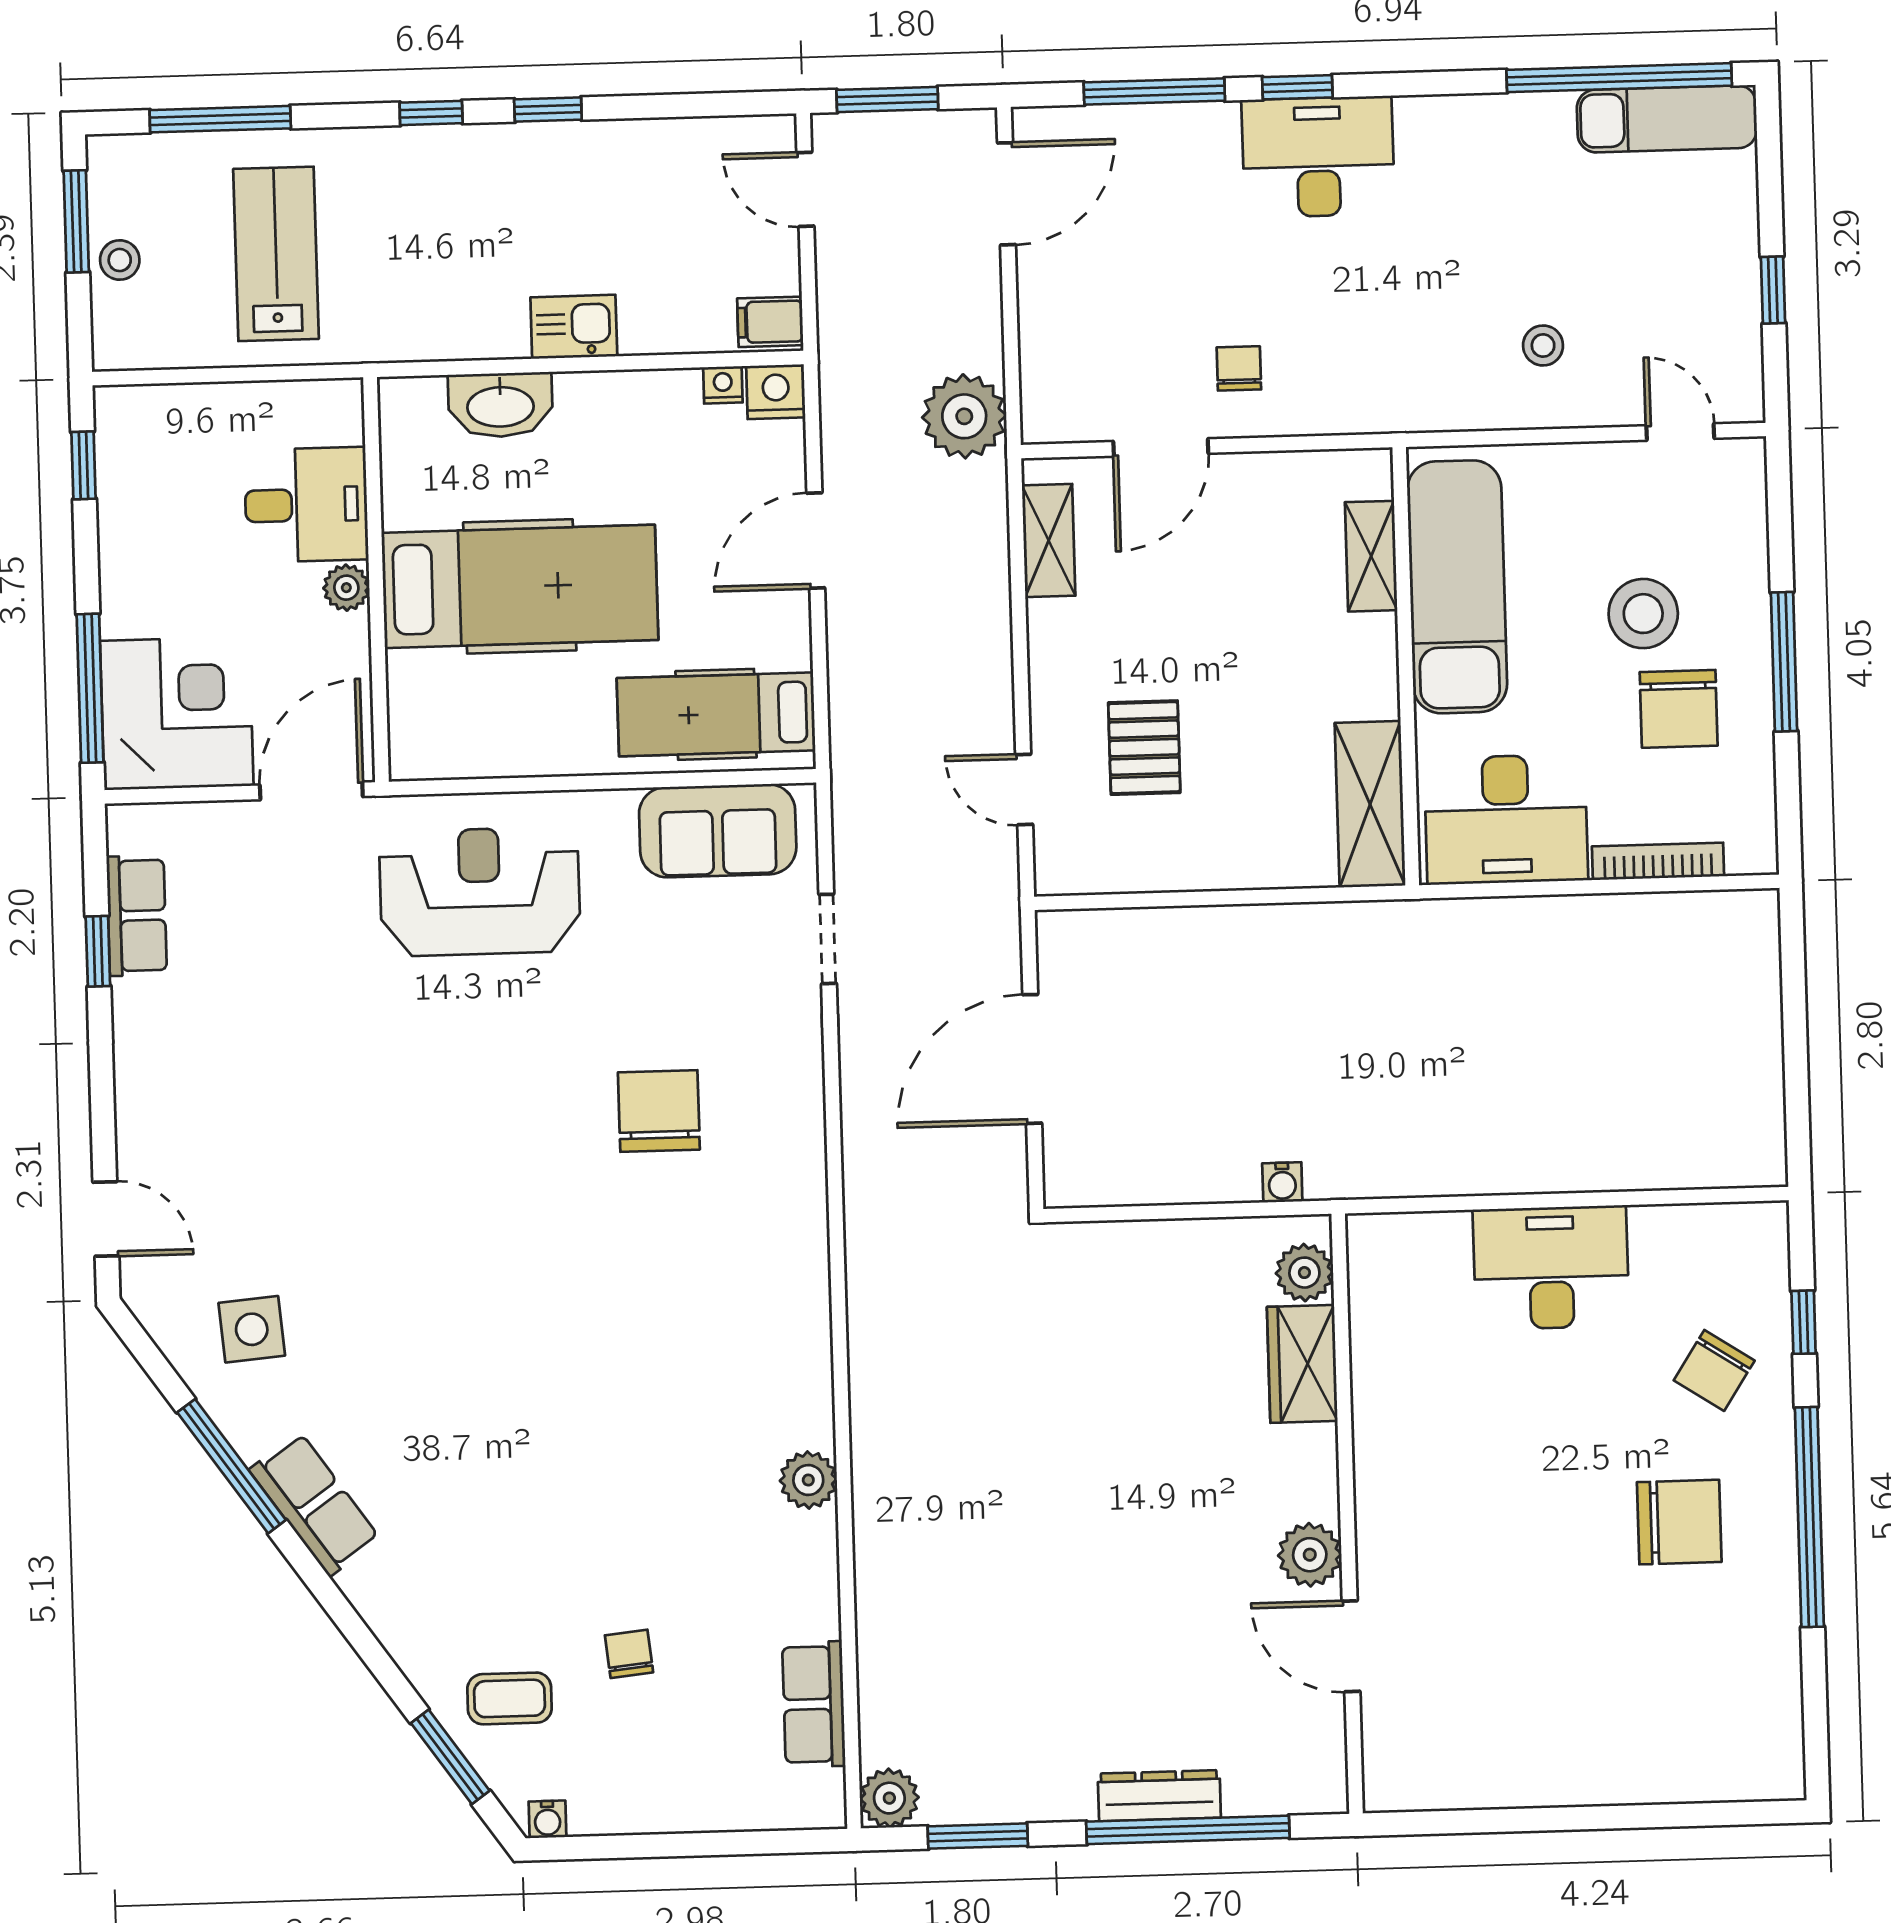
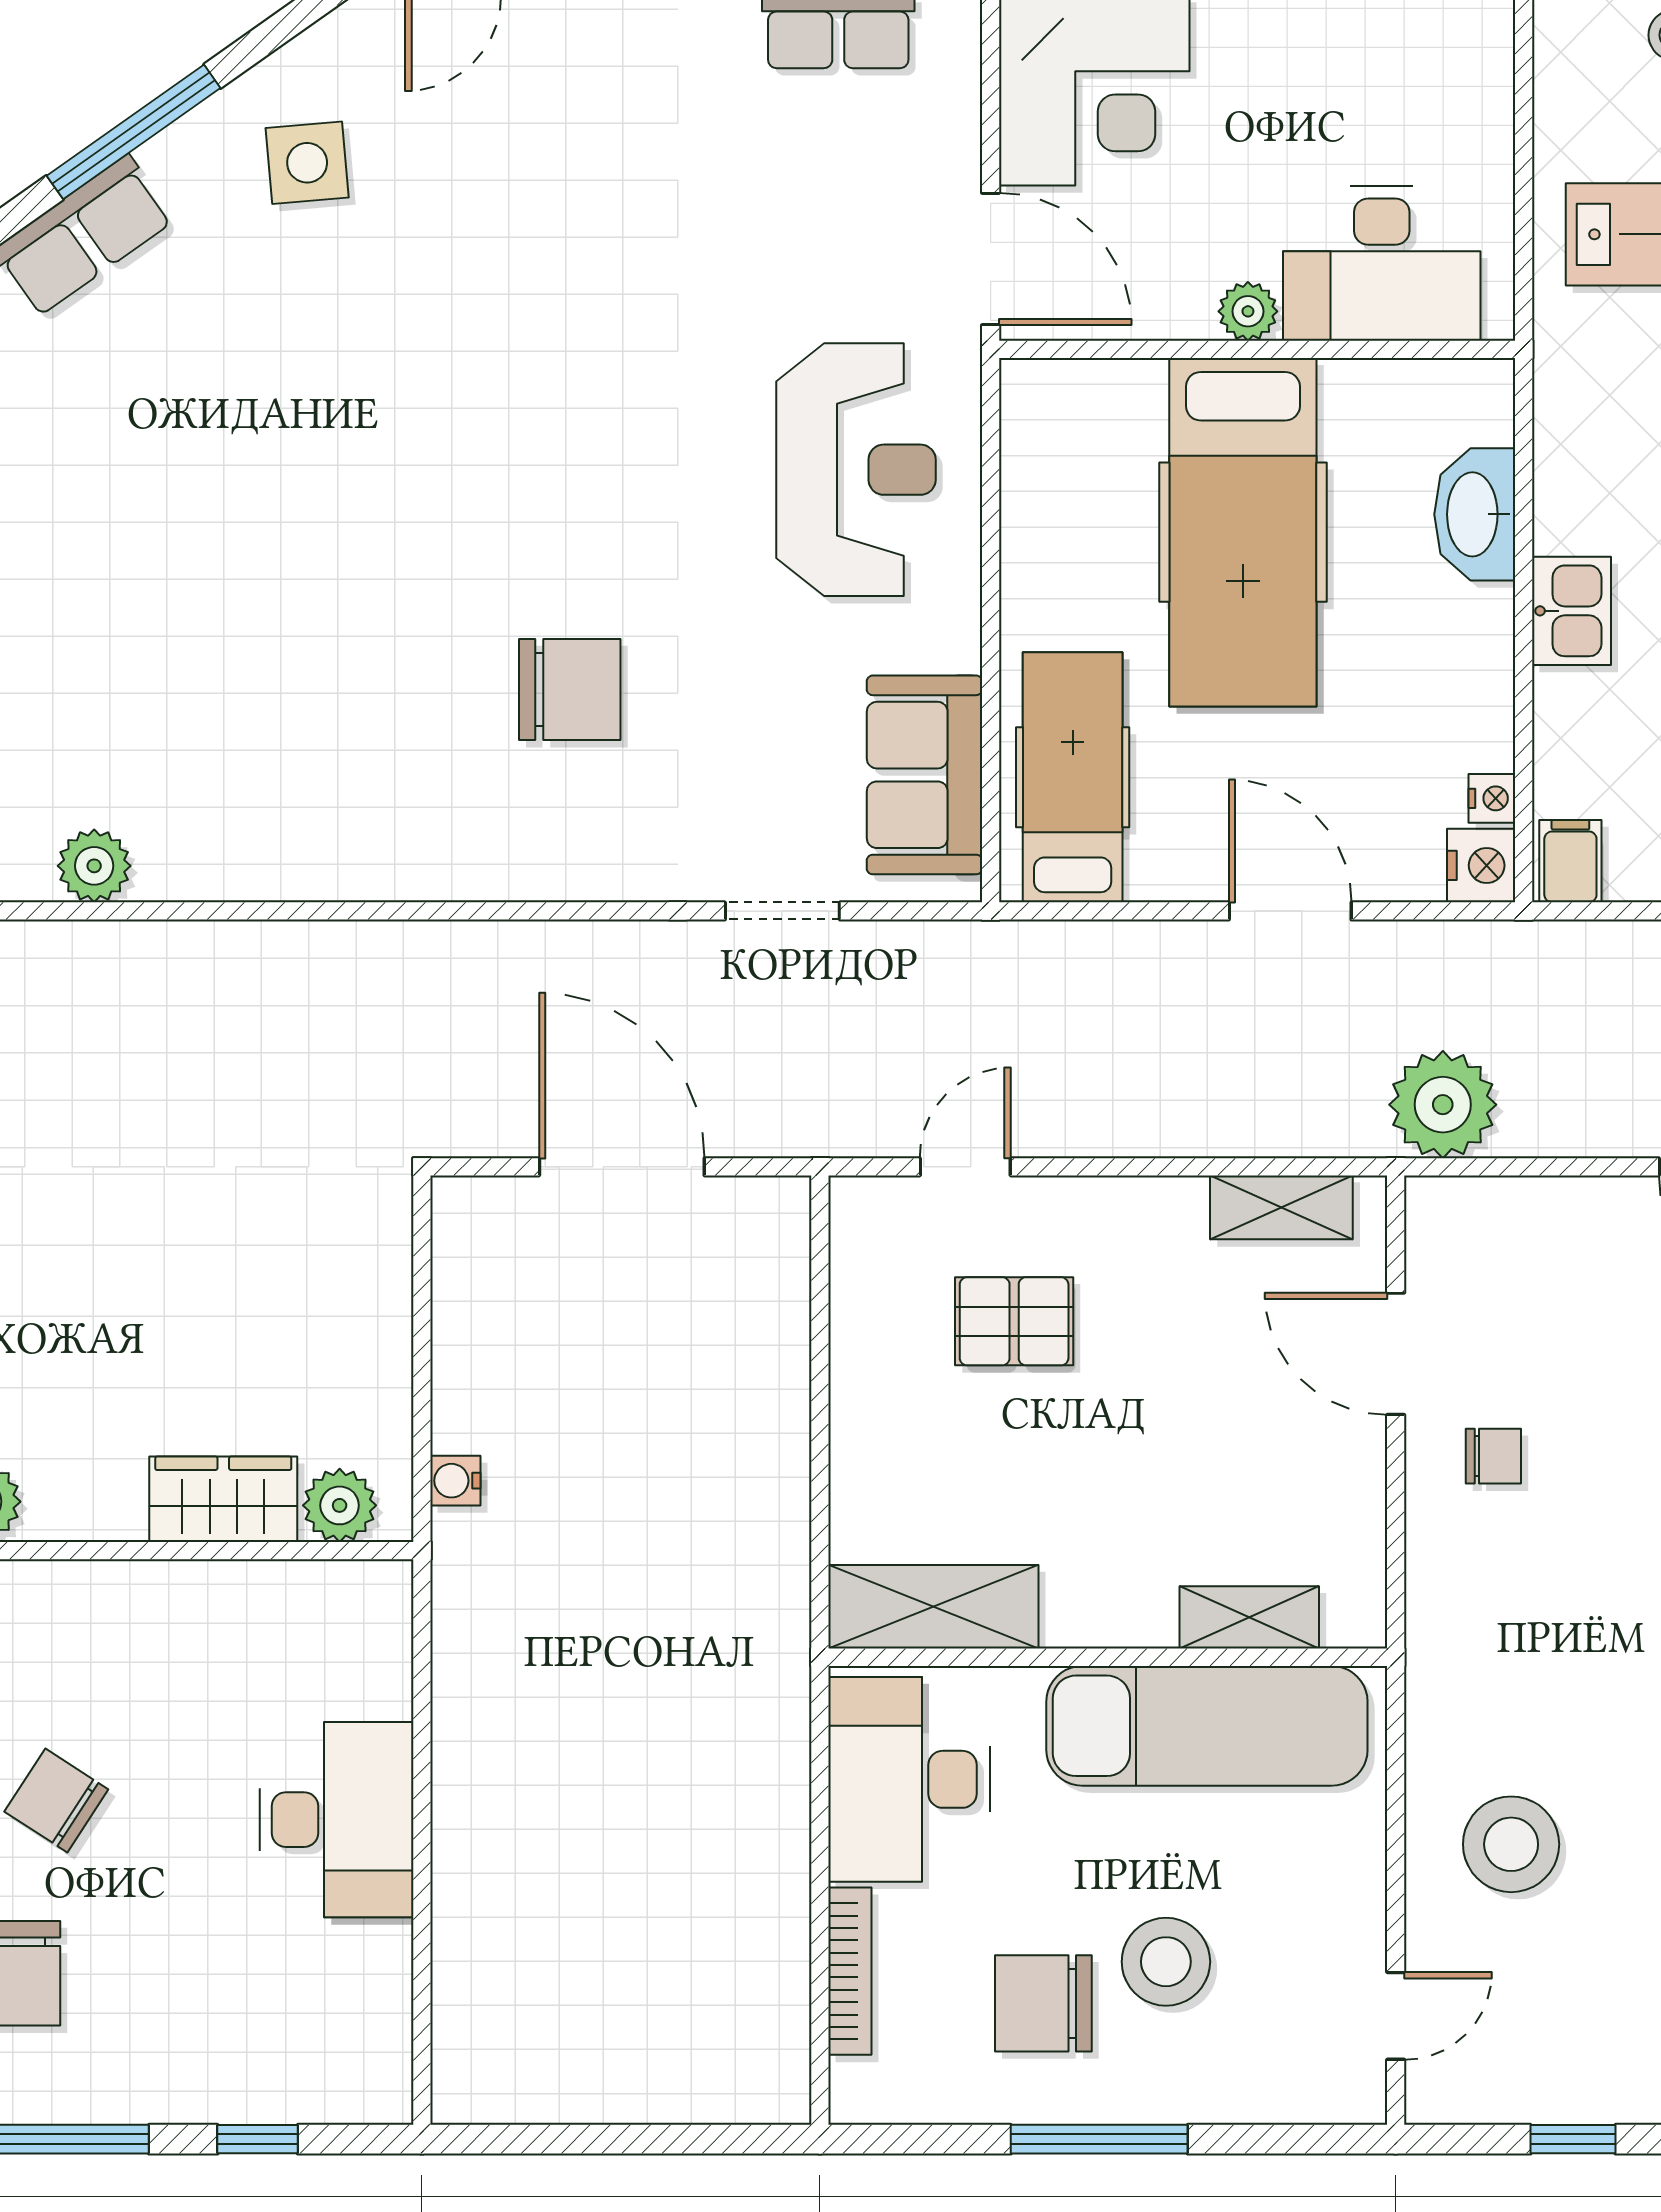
stool: (1543, 345) -> (1511, 1844), width x1.89, depth x1.89
desk: (306, 505) -> (1382, 263), width x1.37
chair: (1714, 1370) -> (56, 1800), moved

